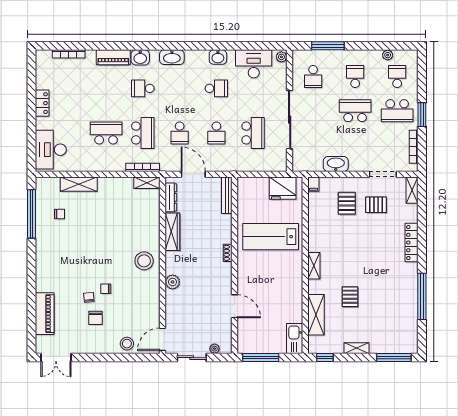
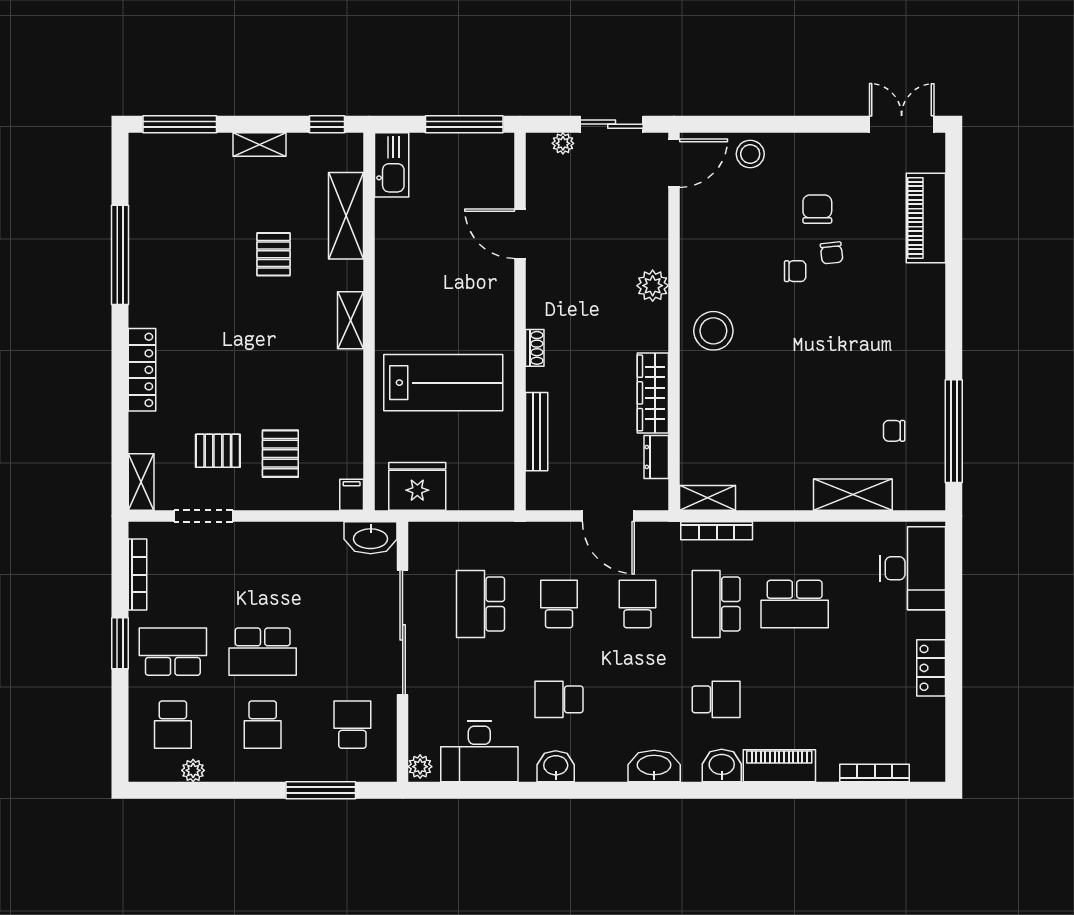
washbasin: (336, 164) -> (371, 538), moved
bench: (227, 195) -> (537, 432), moved
dresser: (171, 197) -> (656, 457), width x0.70

